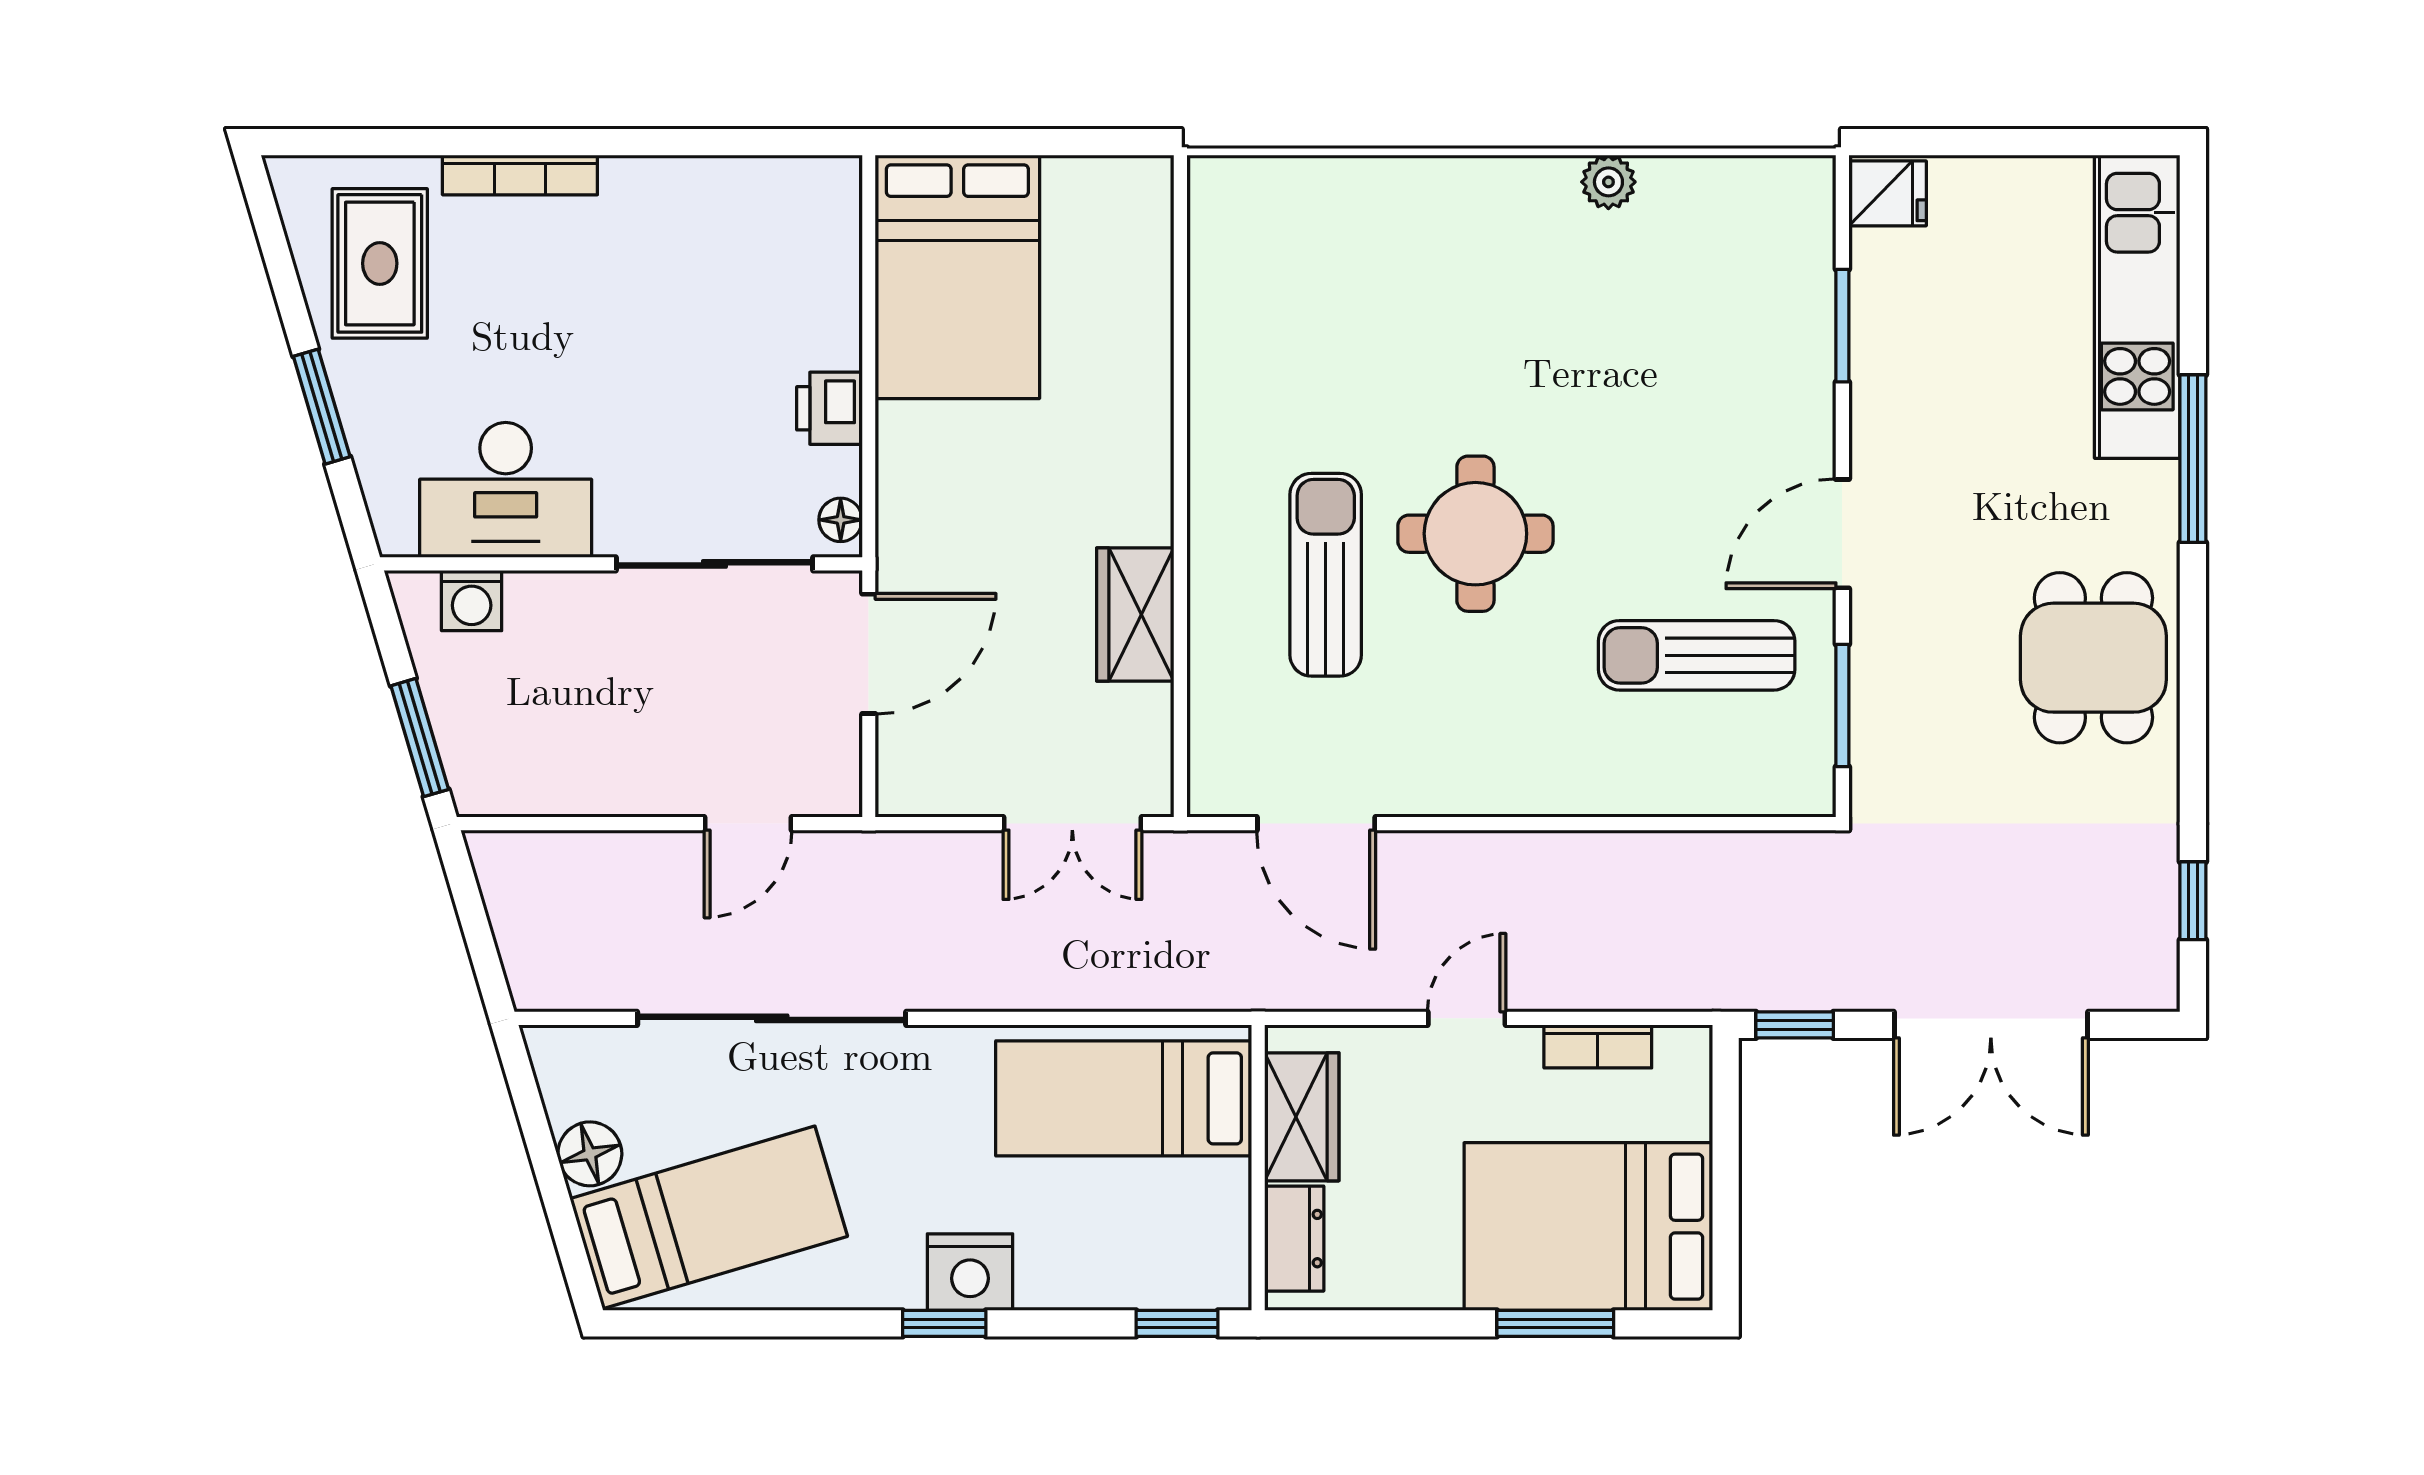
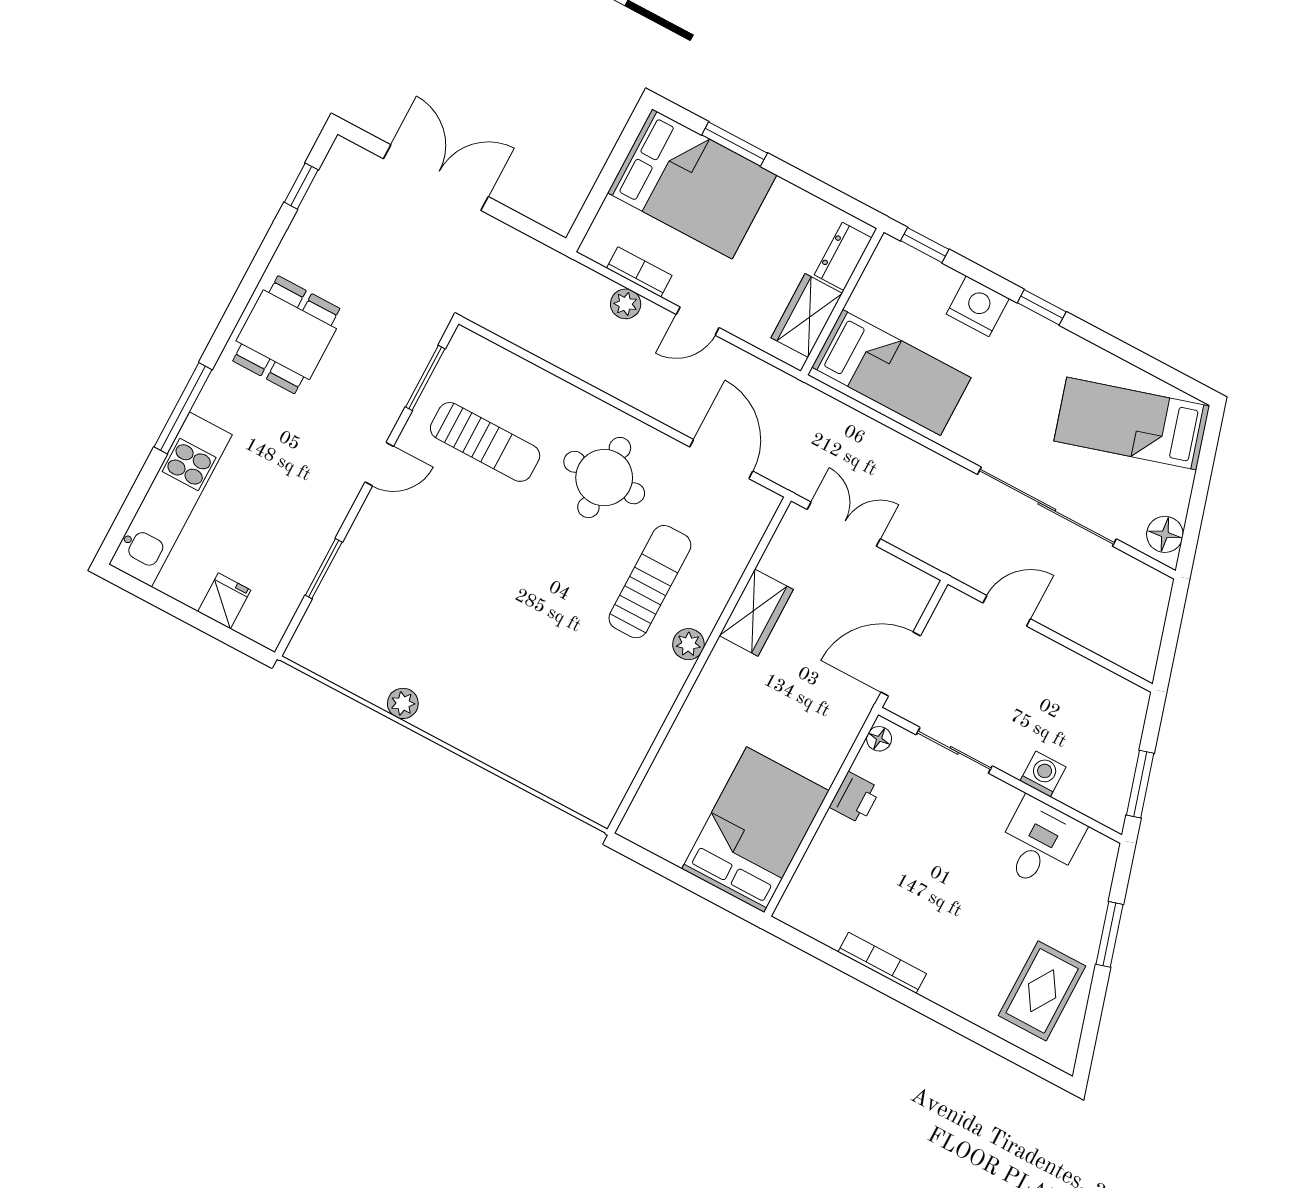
bookcase: (520, 175) -> (882, 963), moved
fridge: (1888, 193) -> (224, 601), moved, turned 90
desk: (506, 490) -> (1039, 843), width x0.73
plant: (1214, 510) -> (688, 644), added
round table: (1475, 534) -> (604, 478), moved
door: (1842, 534) -> (379, 464), width x0.73
sliding door: (714, 564) -> (954, 750), width x0.73
sun lounger: (1326, 575) -> (650, 582), turned 180
washing machine: (472, 601) -> (1043, 774), moved
window: (420, 738) -> (1140, 784), moved
plant: (1593, 985) -> (626, 304), added
window: (1795, 1025) -> (534, 230), removed
floor lamp: (590, 1154) -> (1165, 534), moved
nightstand: (970, 1272) -> (978, 306), moved

